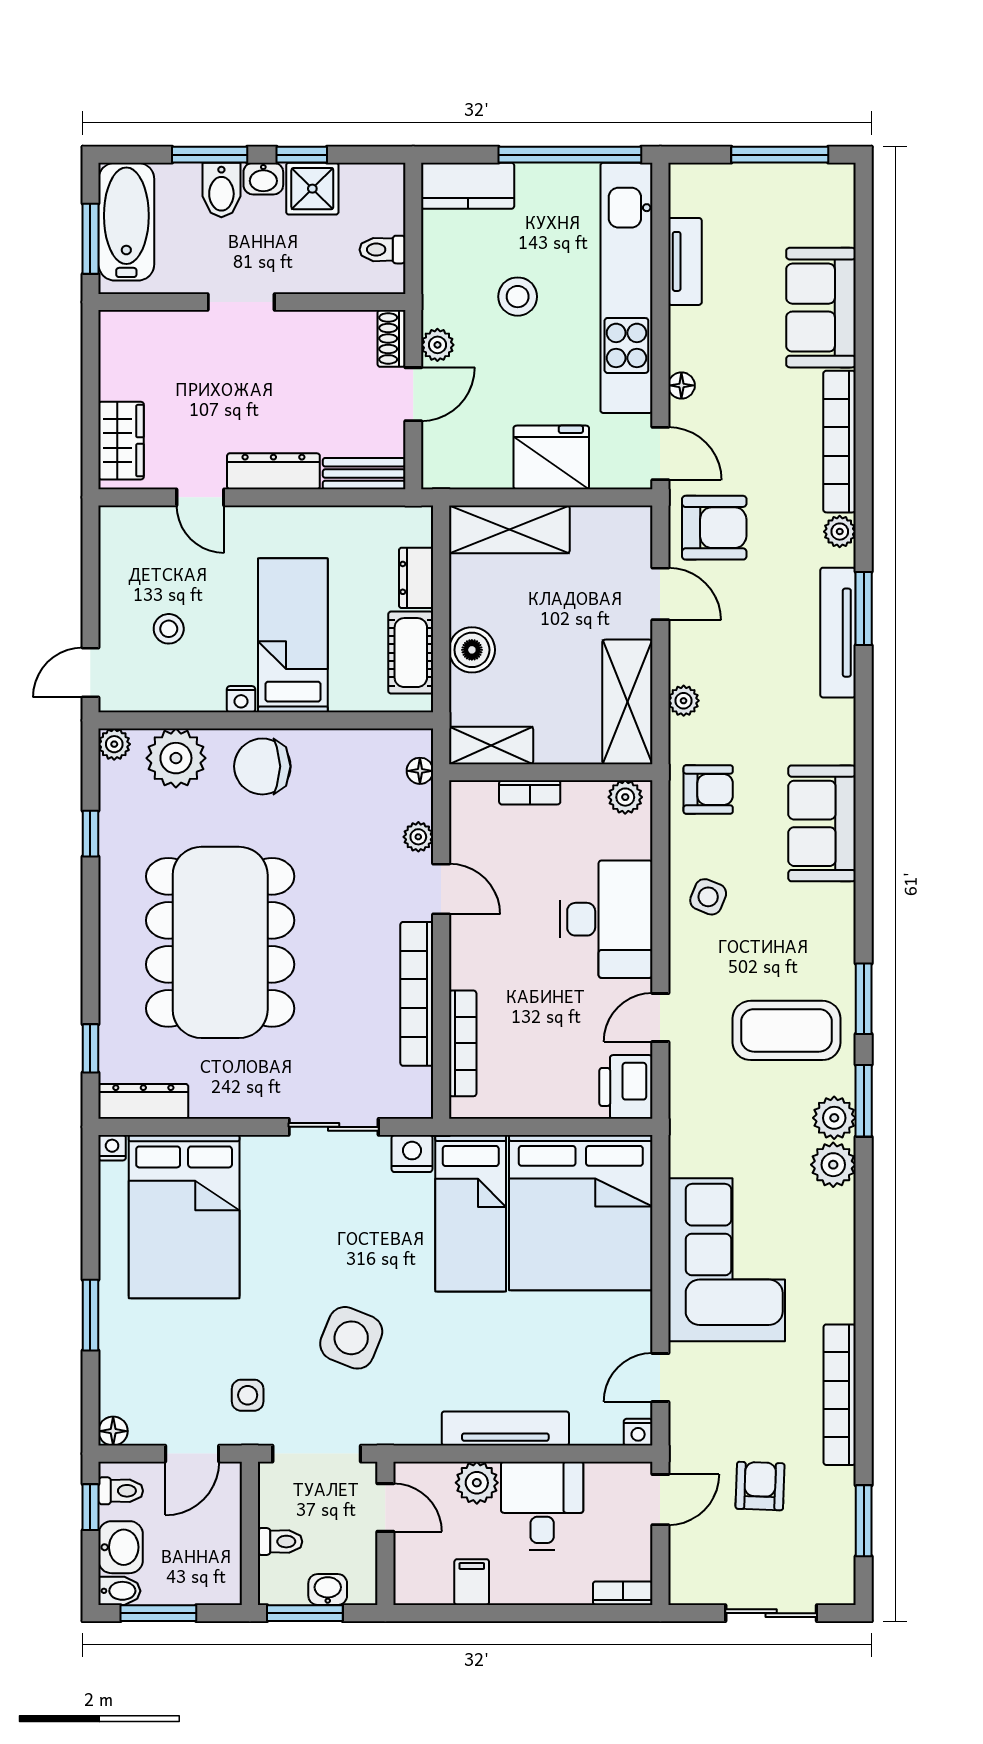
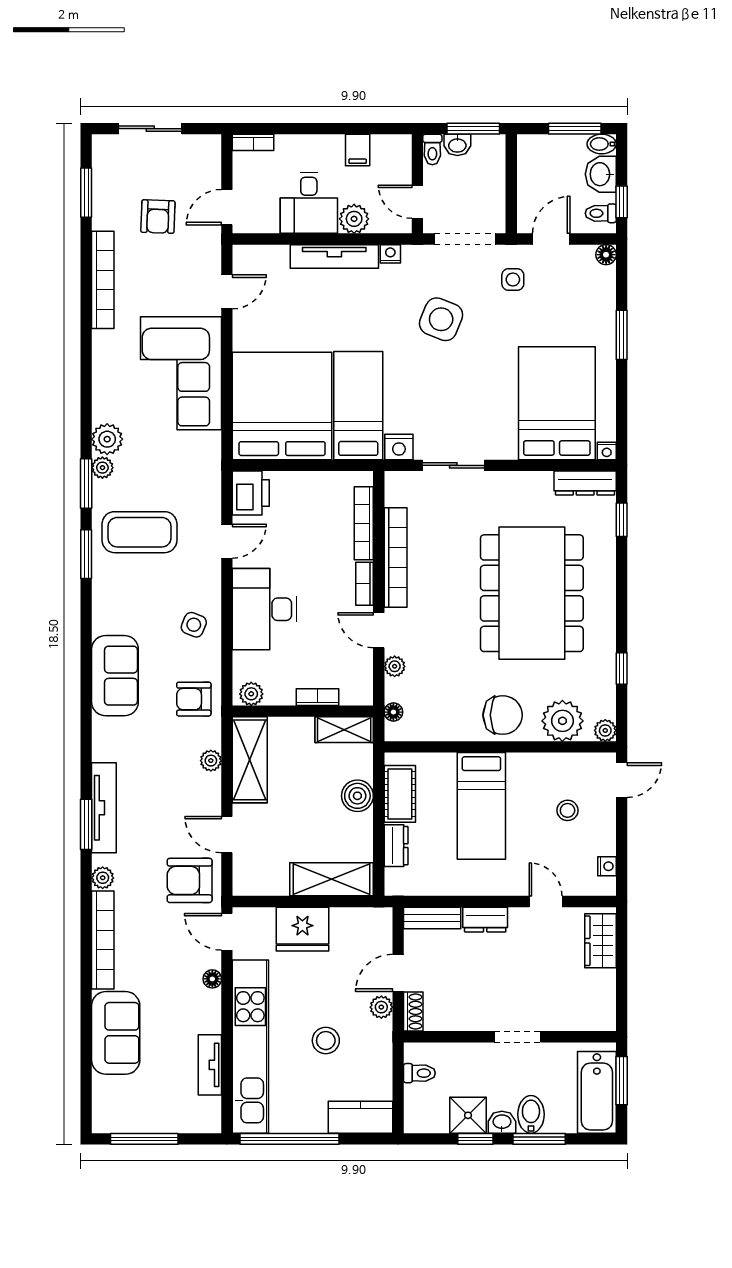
dresser: (273, 471) -> (485, 920), width x0.70
nightstand: (241, 699) -> (607, 866), moved, turned 90
bookcase: (462, 956) -> (365, 584), added
plant: (834, 1118) -> (102, 468), width x0.73, depth x0.73
nightstand: (638, 1432) -> (390, 254), moved
toilet: (280, 1542) -> (432, 149), moved, turned -90

